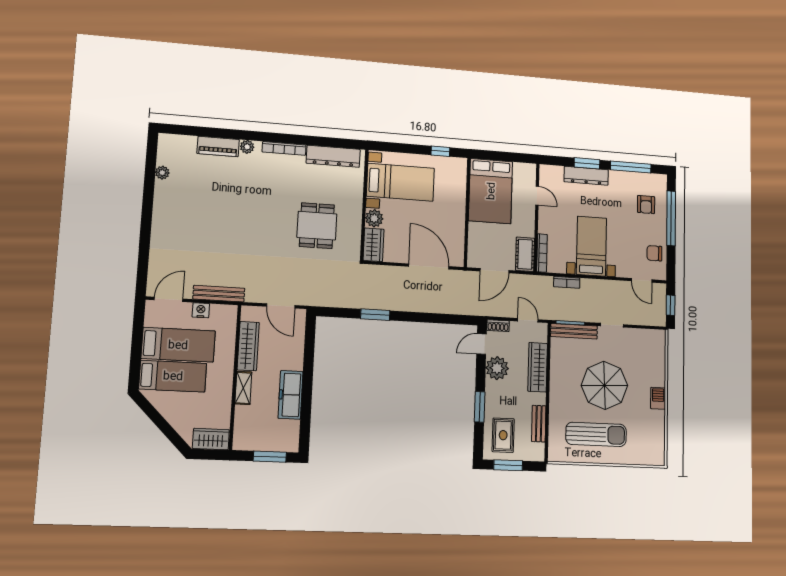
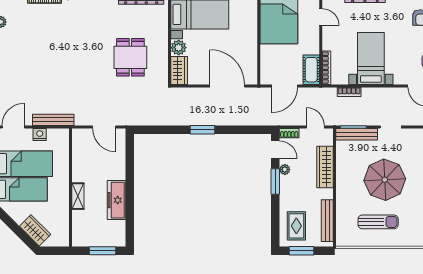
window: (375, 315) -> (203, 130), moved
door: (482, 344) -> (275, 150), swing flipped
wardrobe: (248, 346) -> (80, 162), removed
plant: (497, 368) -> (285, 170), width x0.53, depth x0.53
window: (480, 407) -> (275, 182), moved
bench: (539, 424) -> (327, 221), width x1.36
sun lounger: (596, 434) -> (378, 222), width x0.73, depth x0.75
wardrobe: (211, 439) -> (35, 230), moved, turned 45

